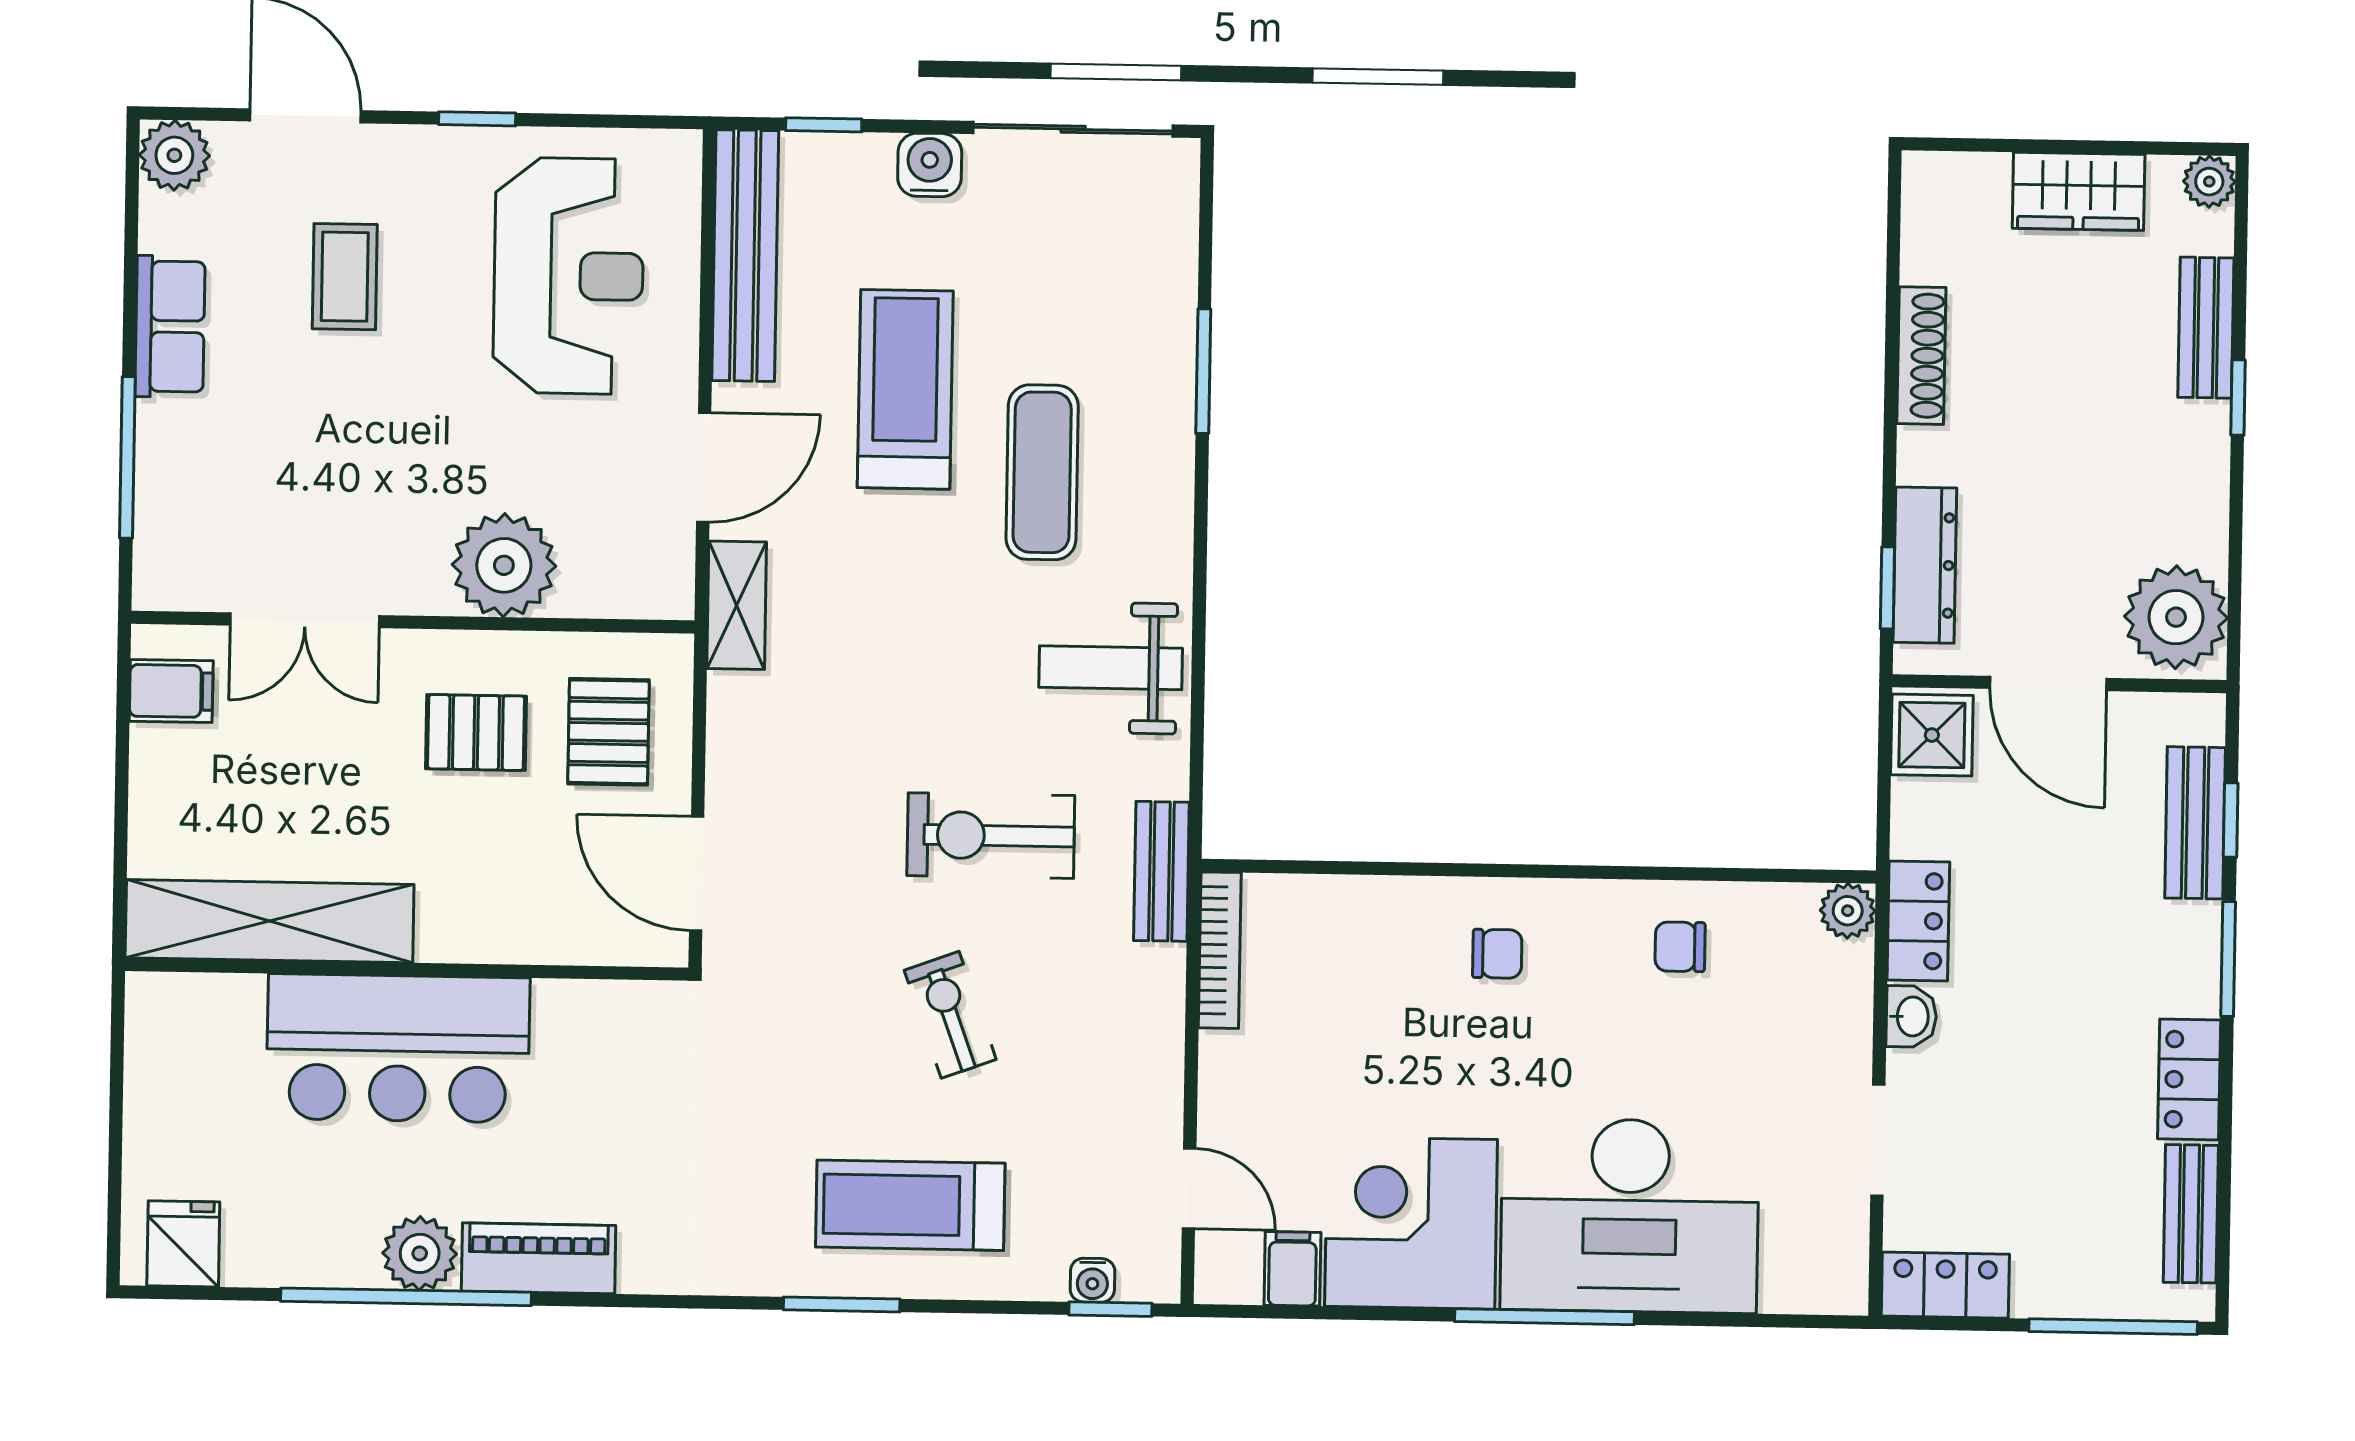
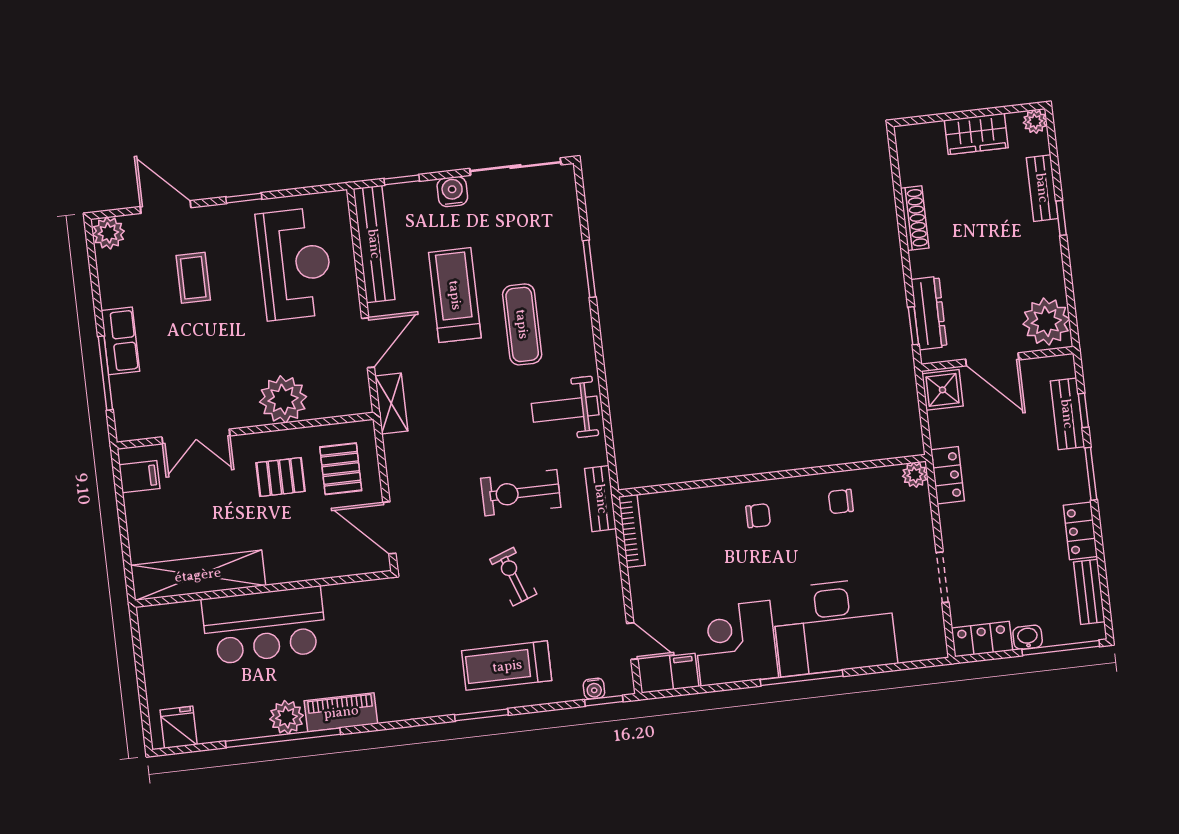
row of seats: (170, 326) -> (120, 341), moved
washbasin: (1911, 1016) -> (1028, 637), moved, turned -90

